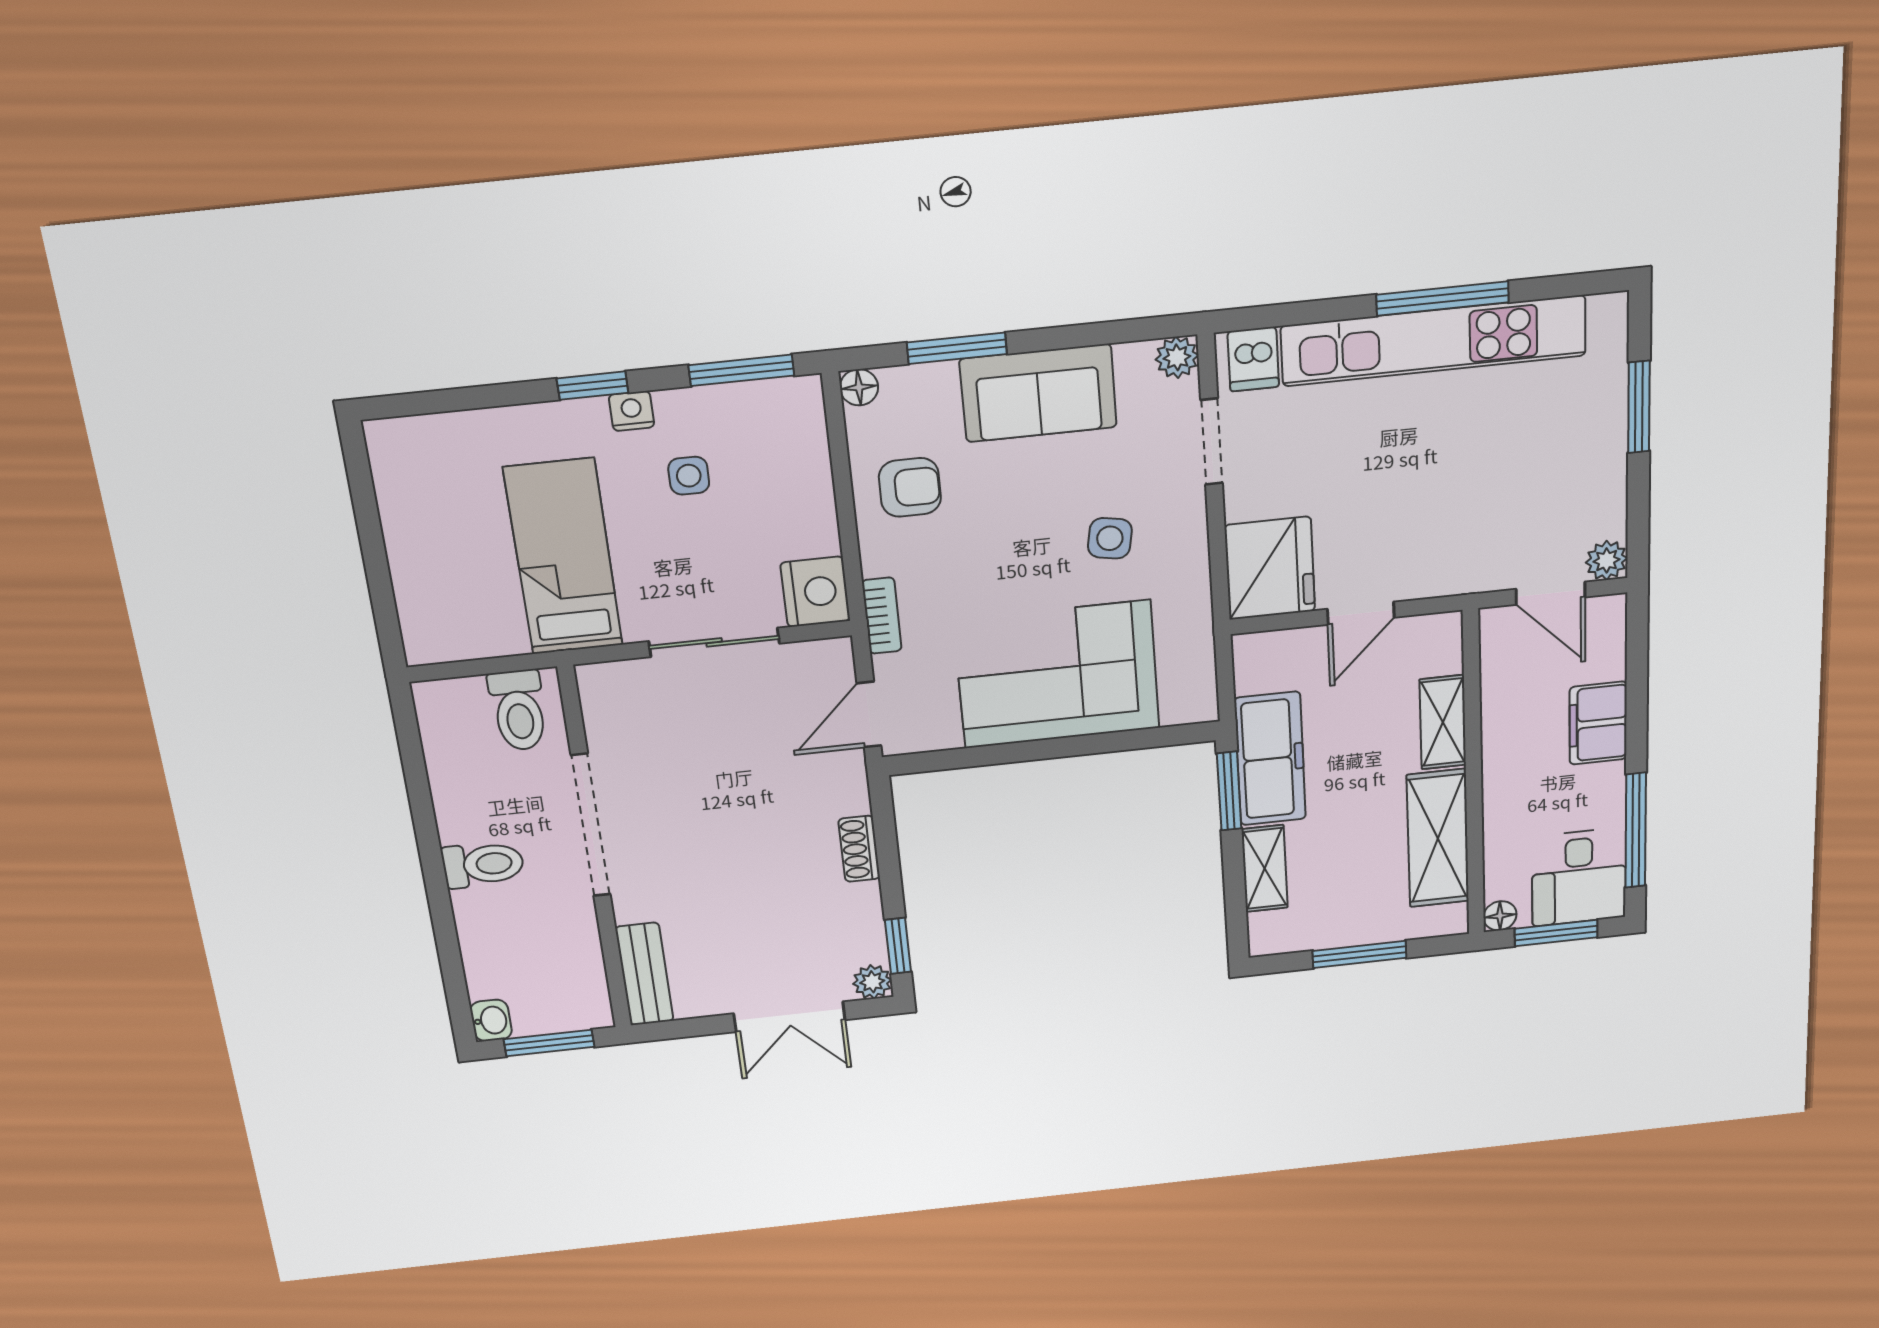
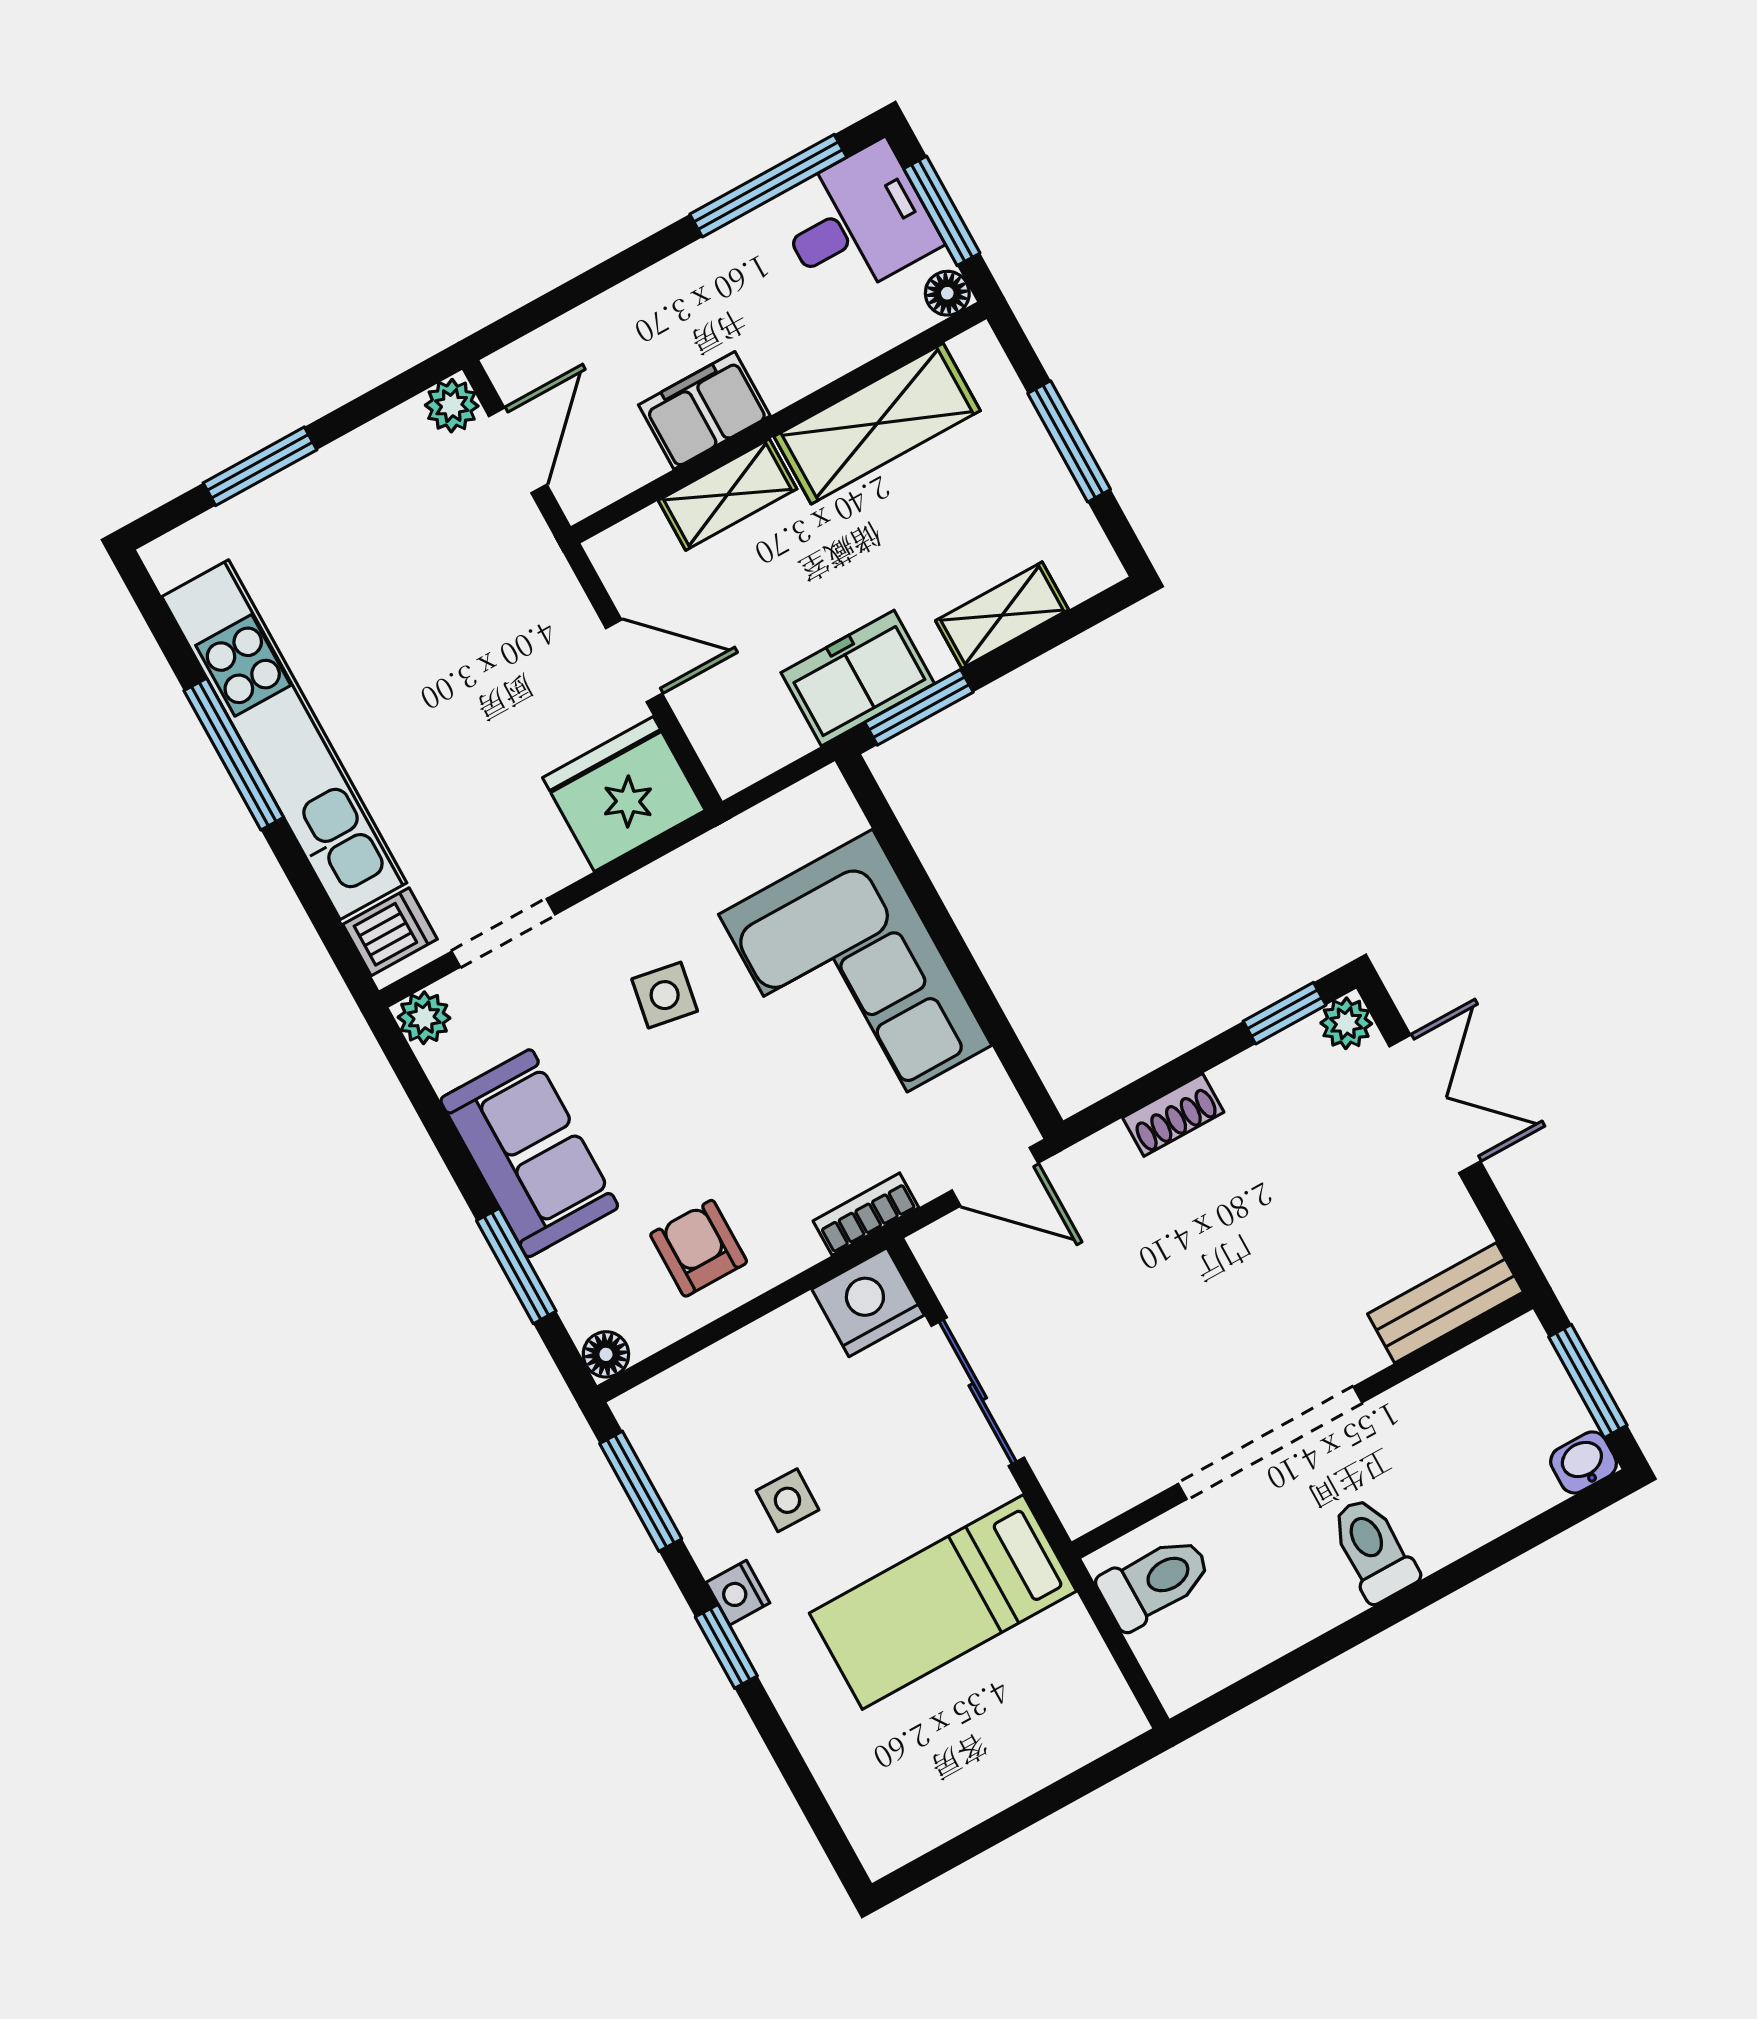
filing cabinet: (1598, 723) -> (704, 410), moved, turned 180
freezer: (1270, 759) -> (858, 678), width x0.71

